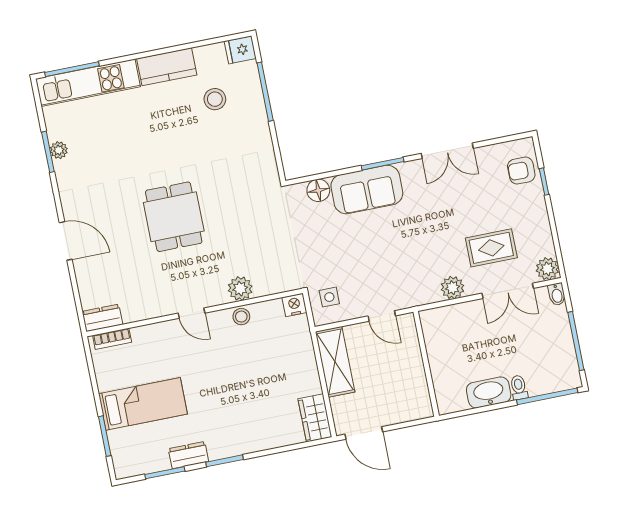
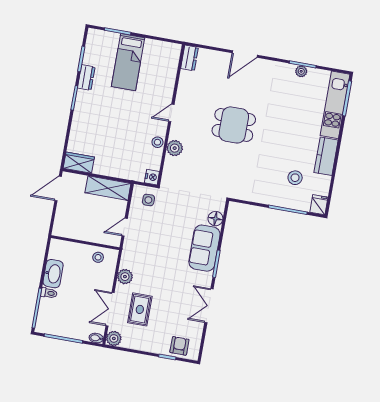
stool: (440, 337) -> (98, 257), added
bookcase: (112, 339) -> (175, 59), removed

